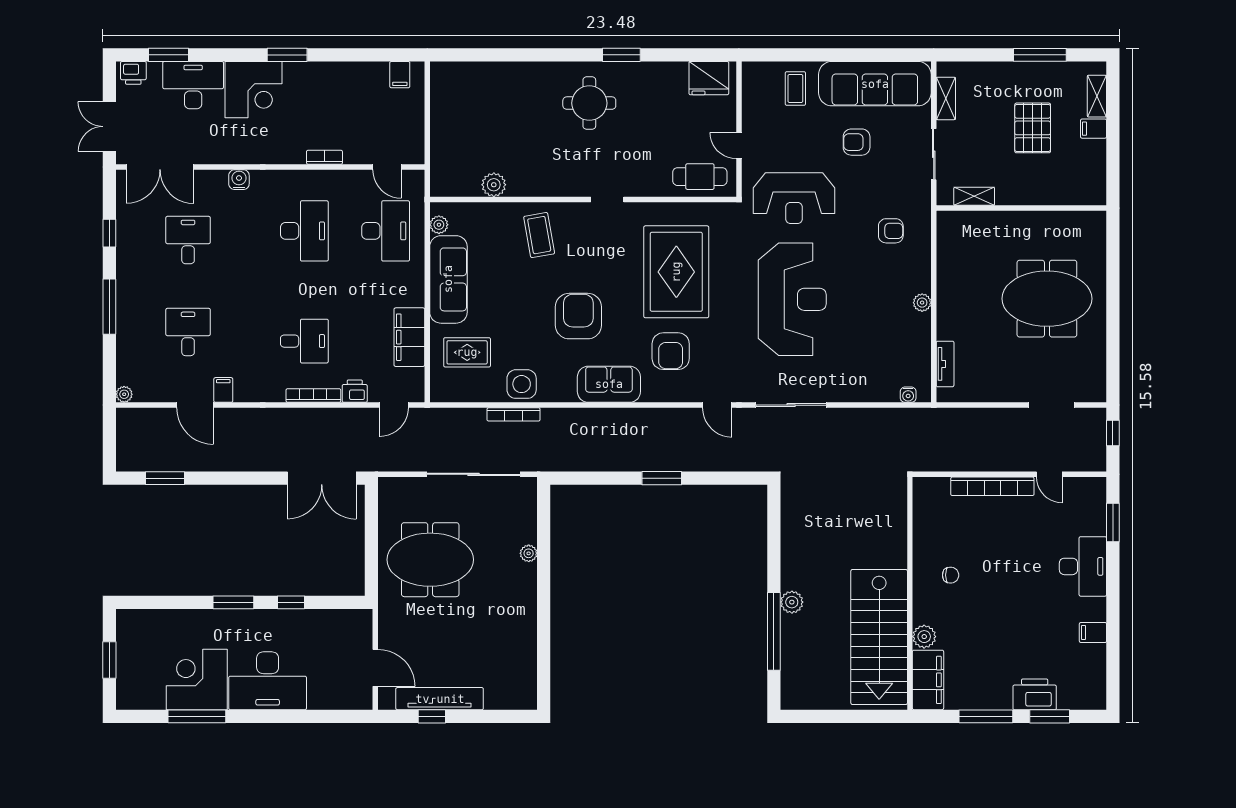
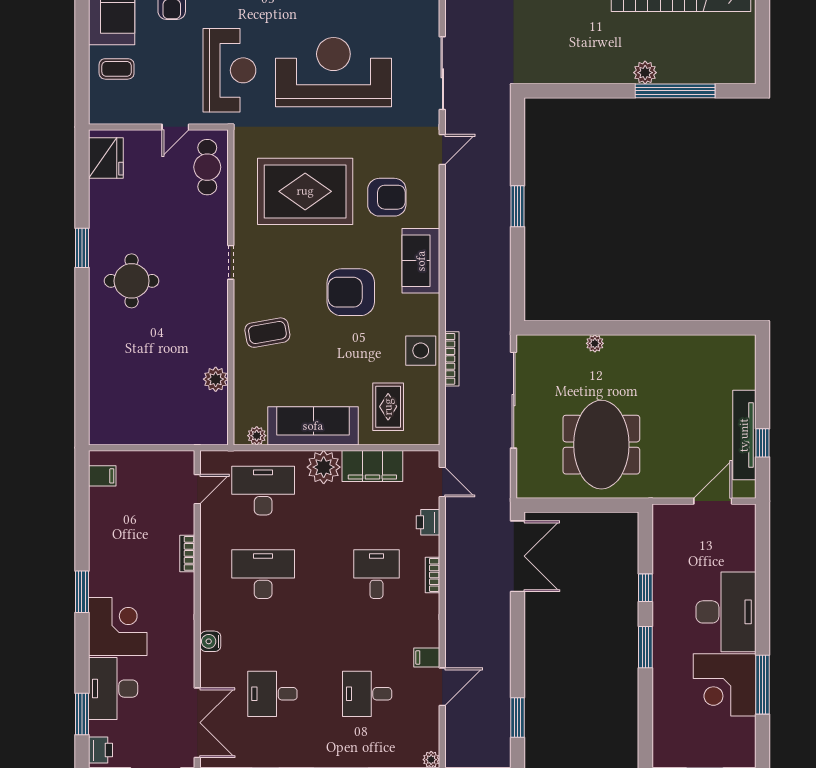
plant: (408, 290) -> (324, 467), added
bookcase: (313, 395) -> (432, 575), width x0.64

